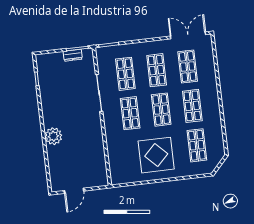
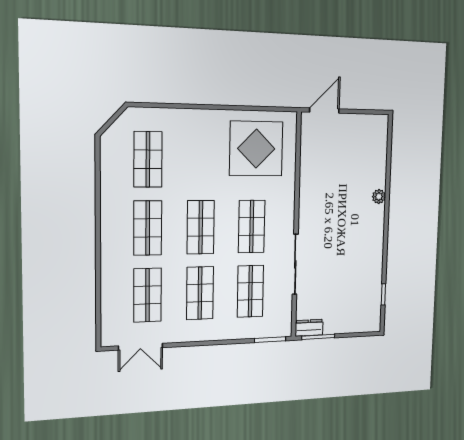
double door: (188, 35) -> (140, 347), width x0.73
dresser: (73, 55) -> (309, 328), moved
plant: (53, 136) -> (379, 197), width x0.53, depth x0.53
display table: (156, 155) -> (256, 149), moved
door: (74, 191) -> (324, 110), moved

